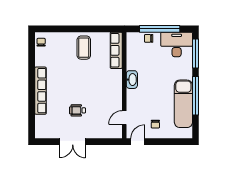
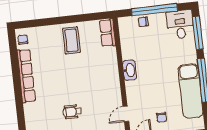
desk: (177, 44) -> (180, 25), width x0.73
row of seats: (116, 50) -> (108, 33), width x0.68
row of seats: (40, 91) -> (26, 76), moved

